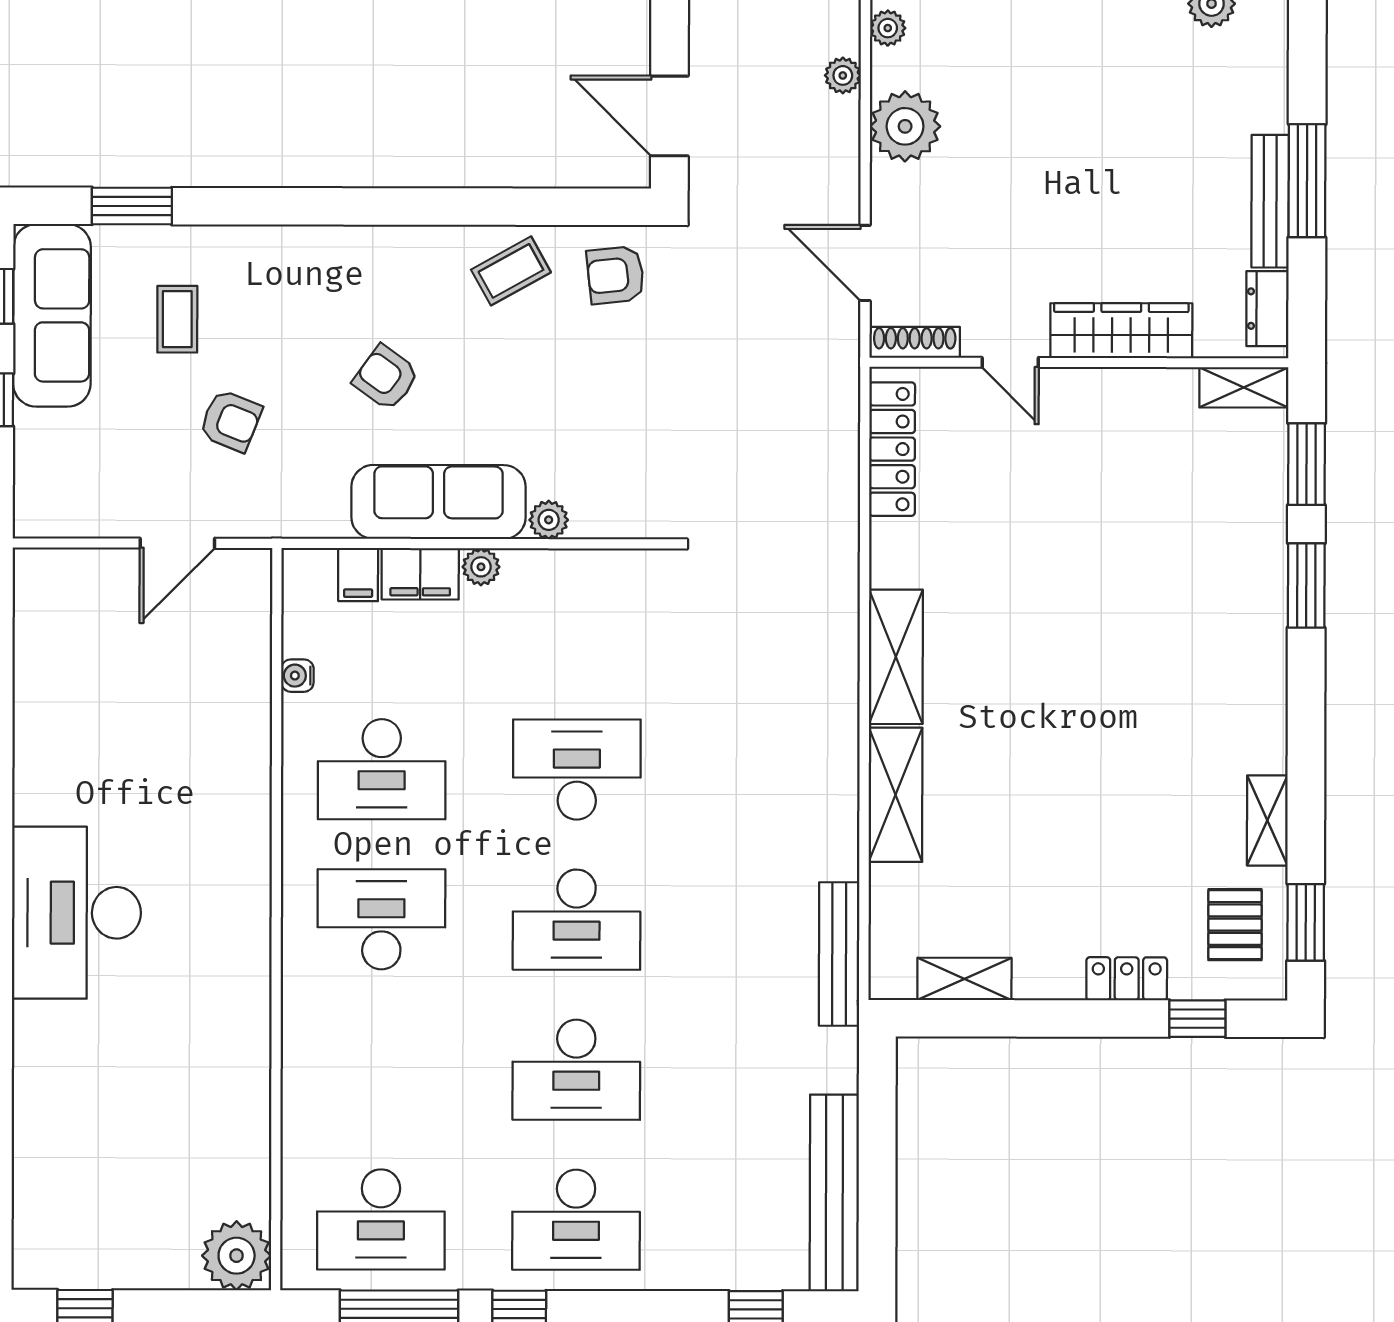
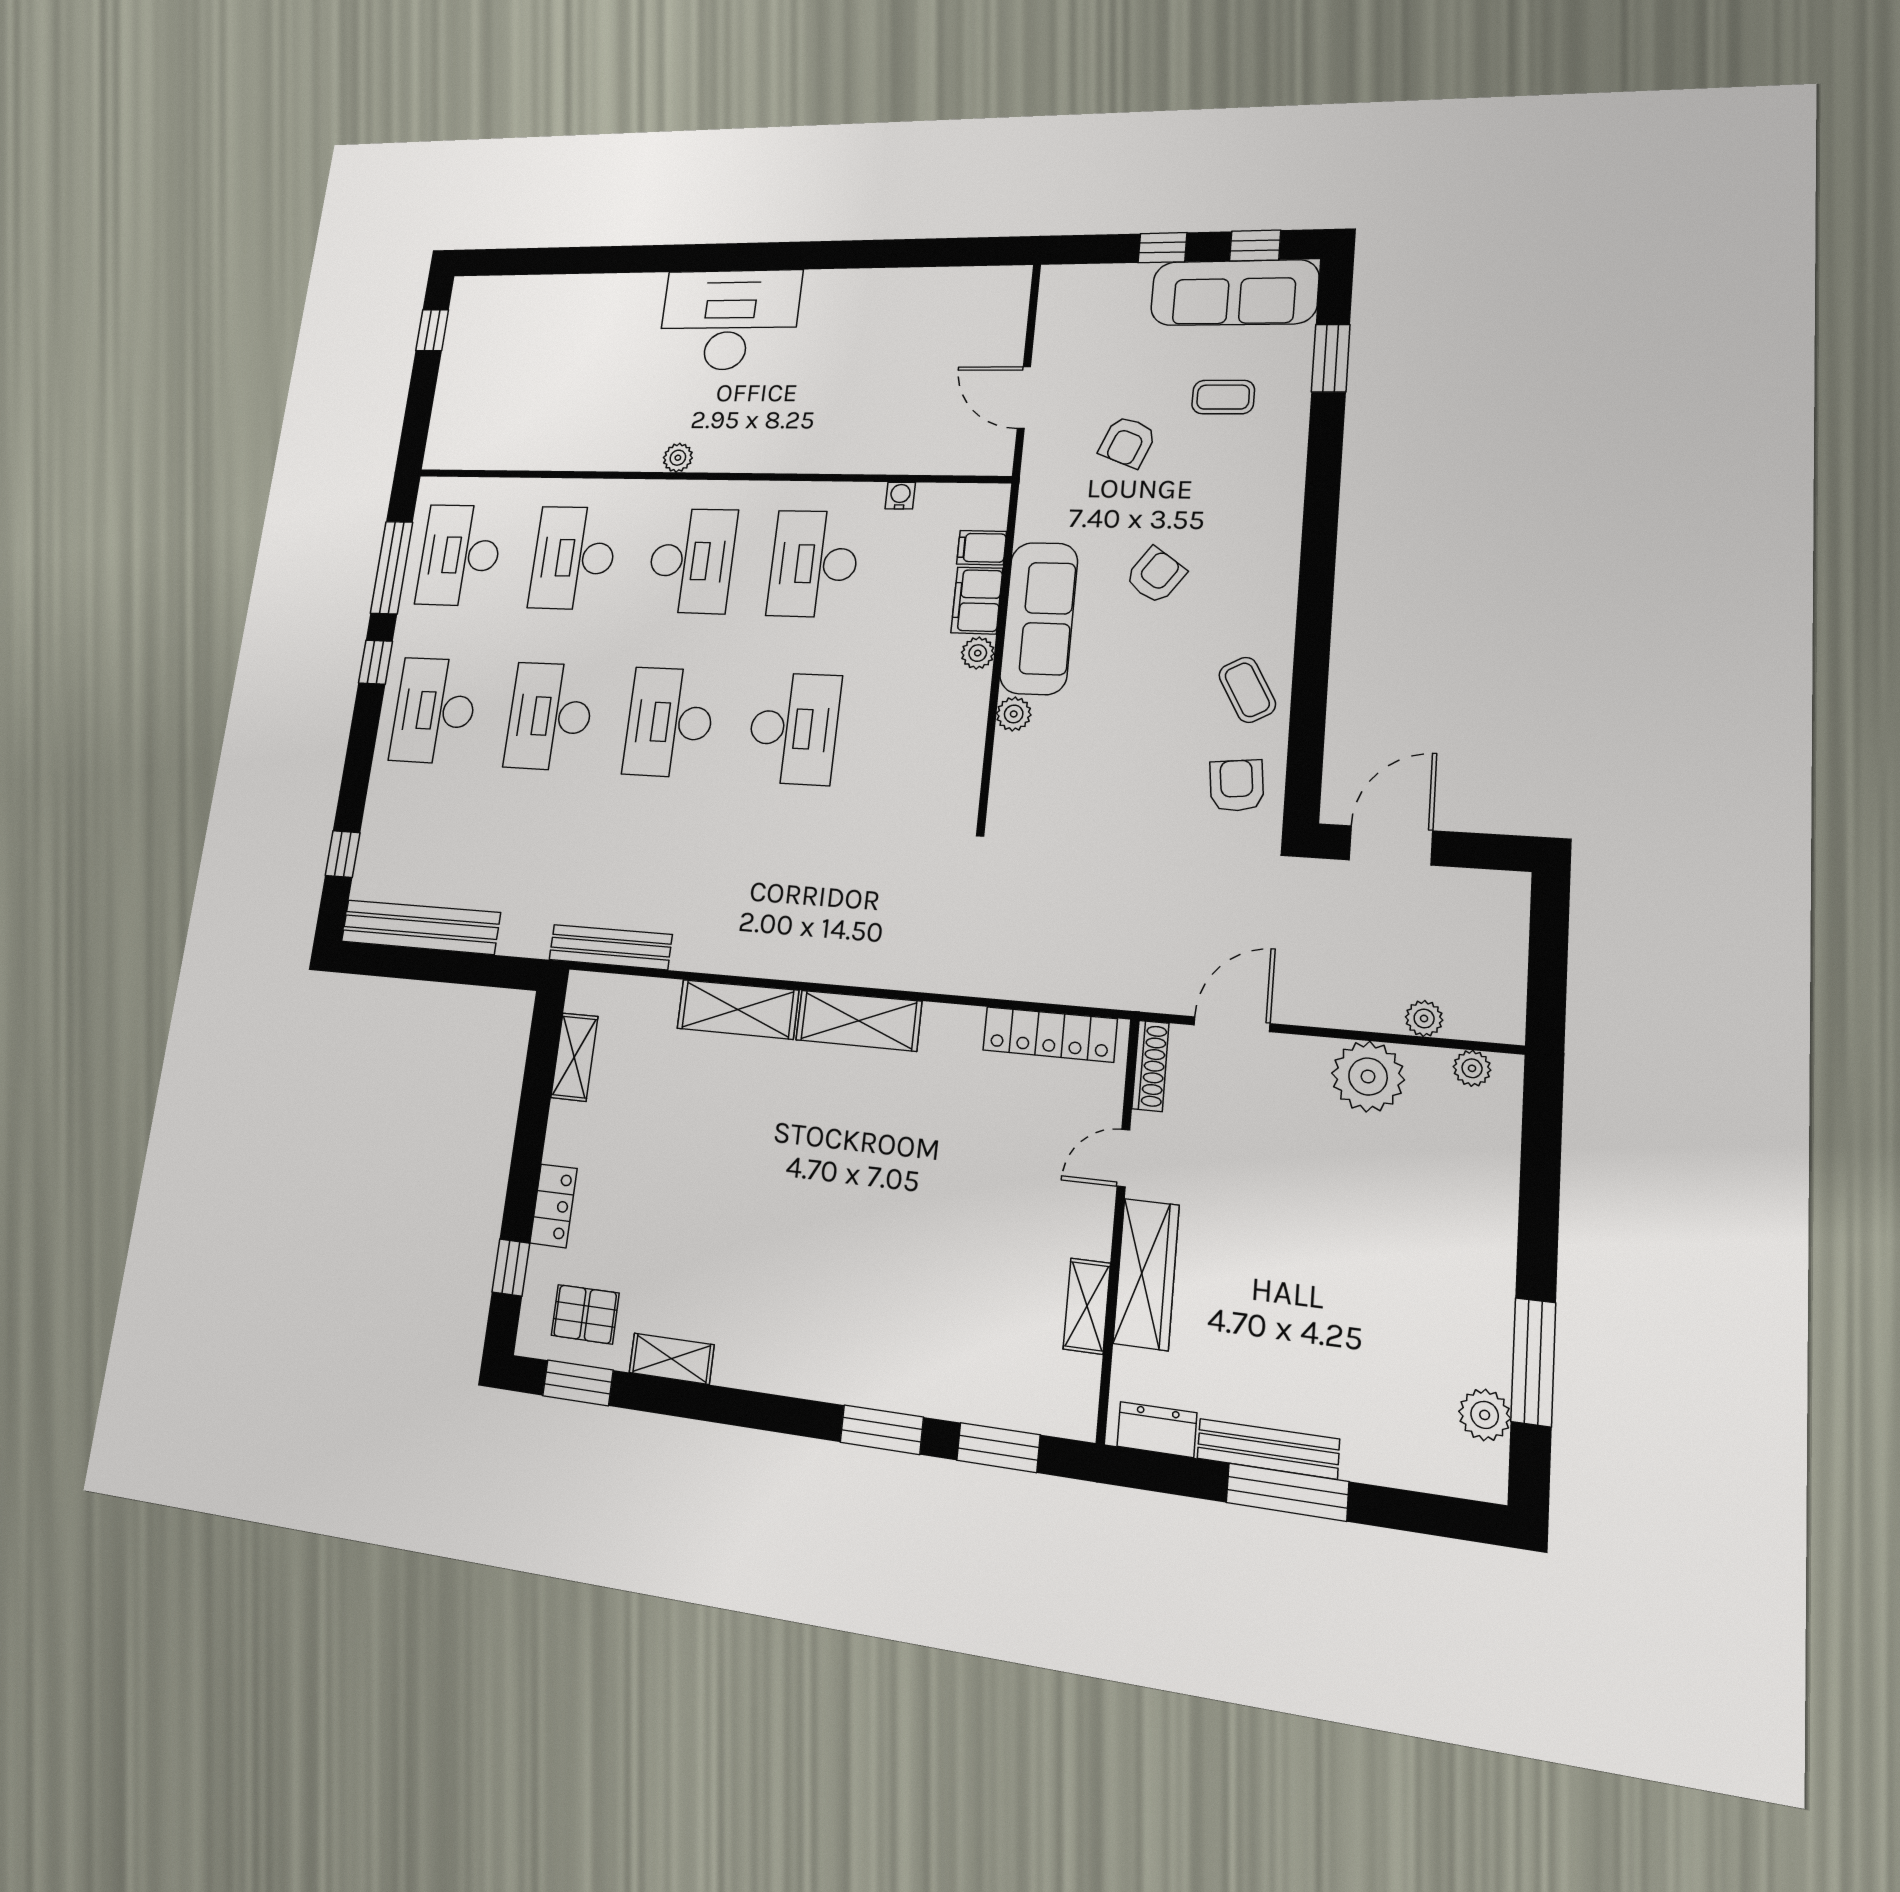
shelving: (1244, 387) -> (1087, 1306), moved
desk: (381, 1069) -> (574, 558), added
plant: (237, 1256) -> (678, 458), moved, width x0.53, depth x0.53

